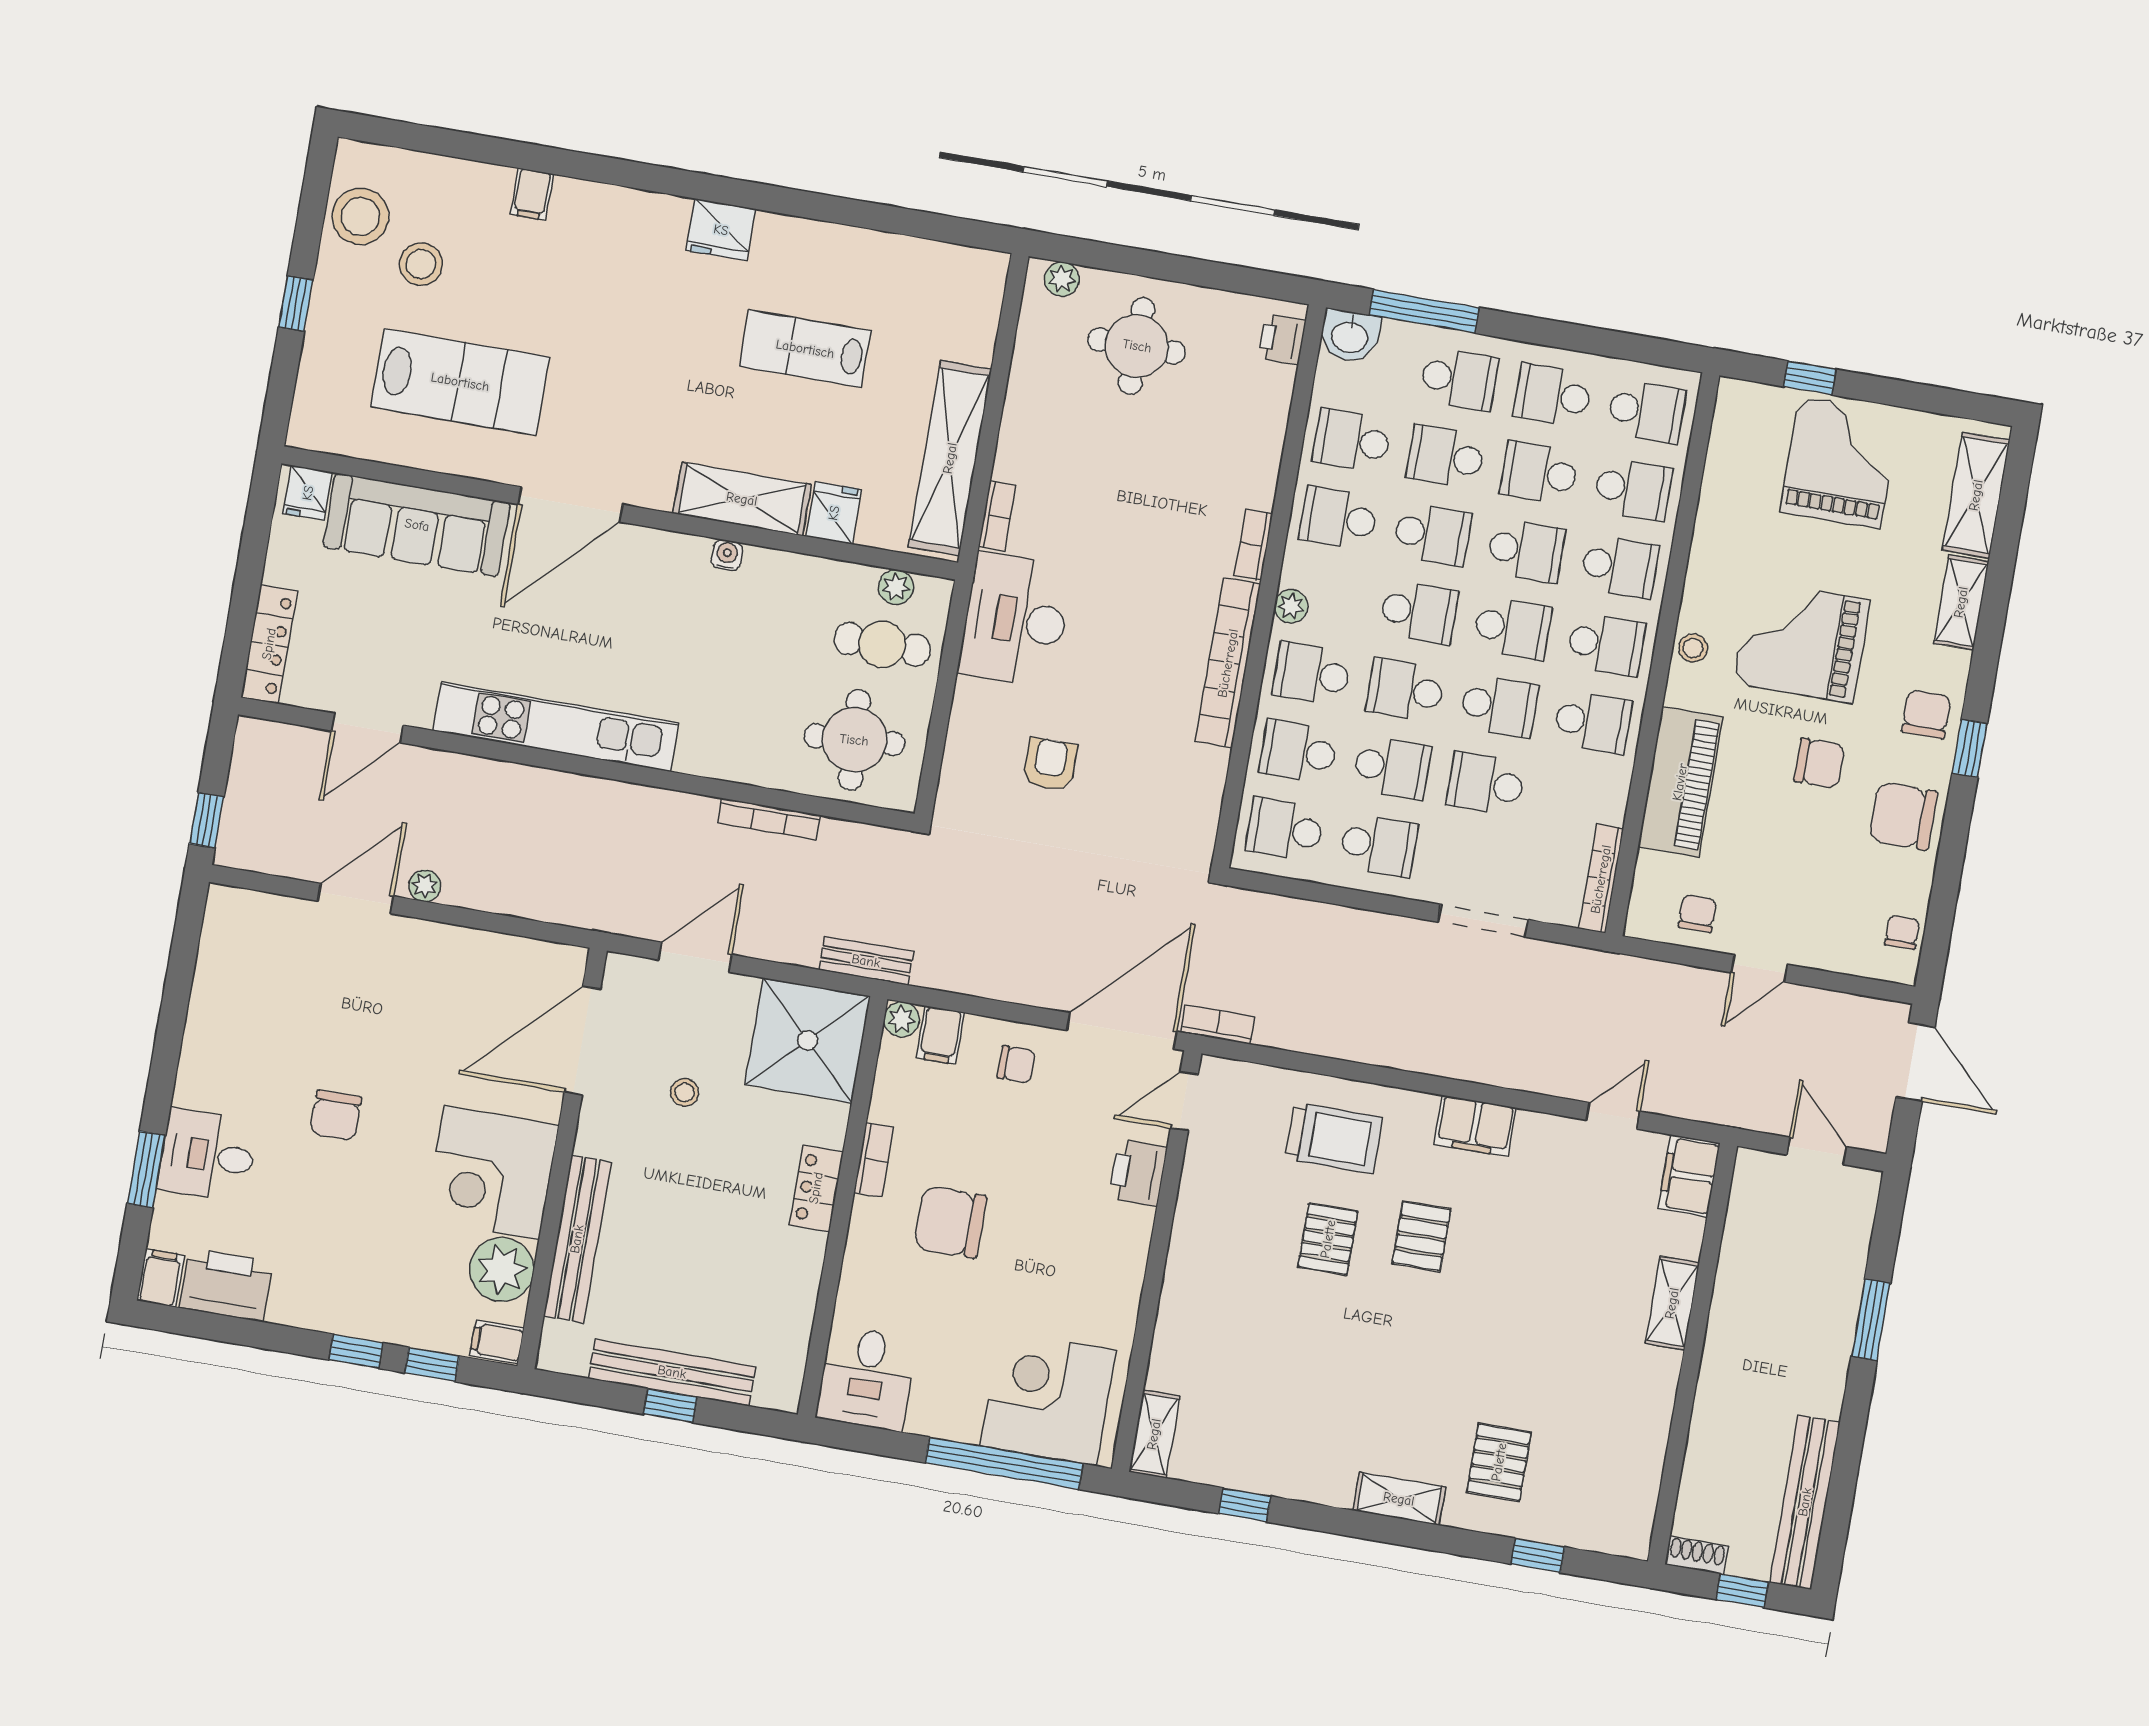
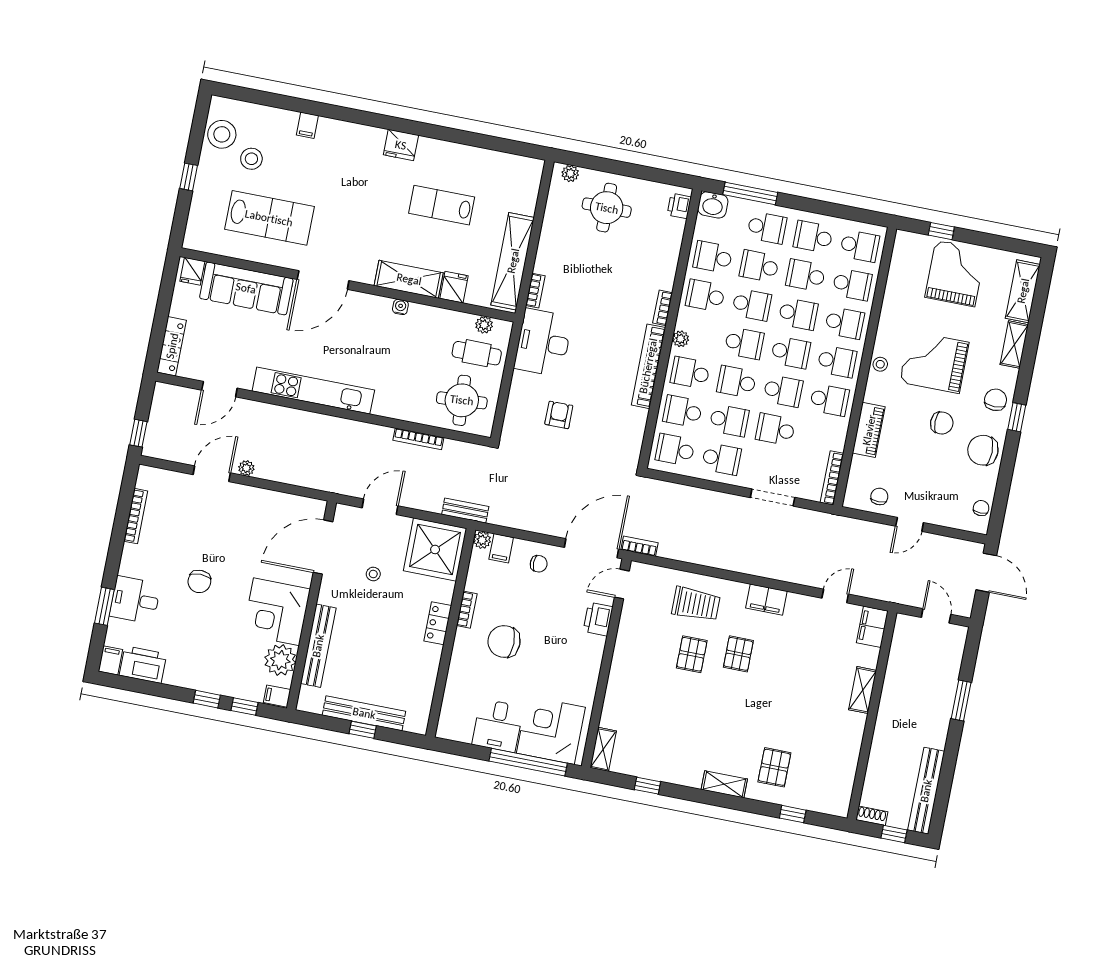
piano: (1680, 782) -> (869, 430), width x0.73, depth x0.75
bookcase: (205, 987) -> (136, 516), added
desk: (866, 1378) -> (498, 726), moved

